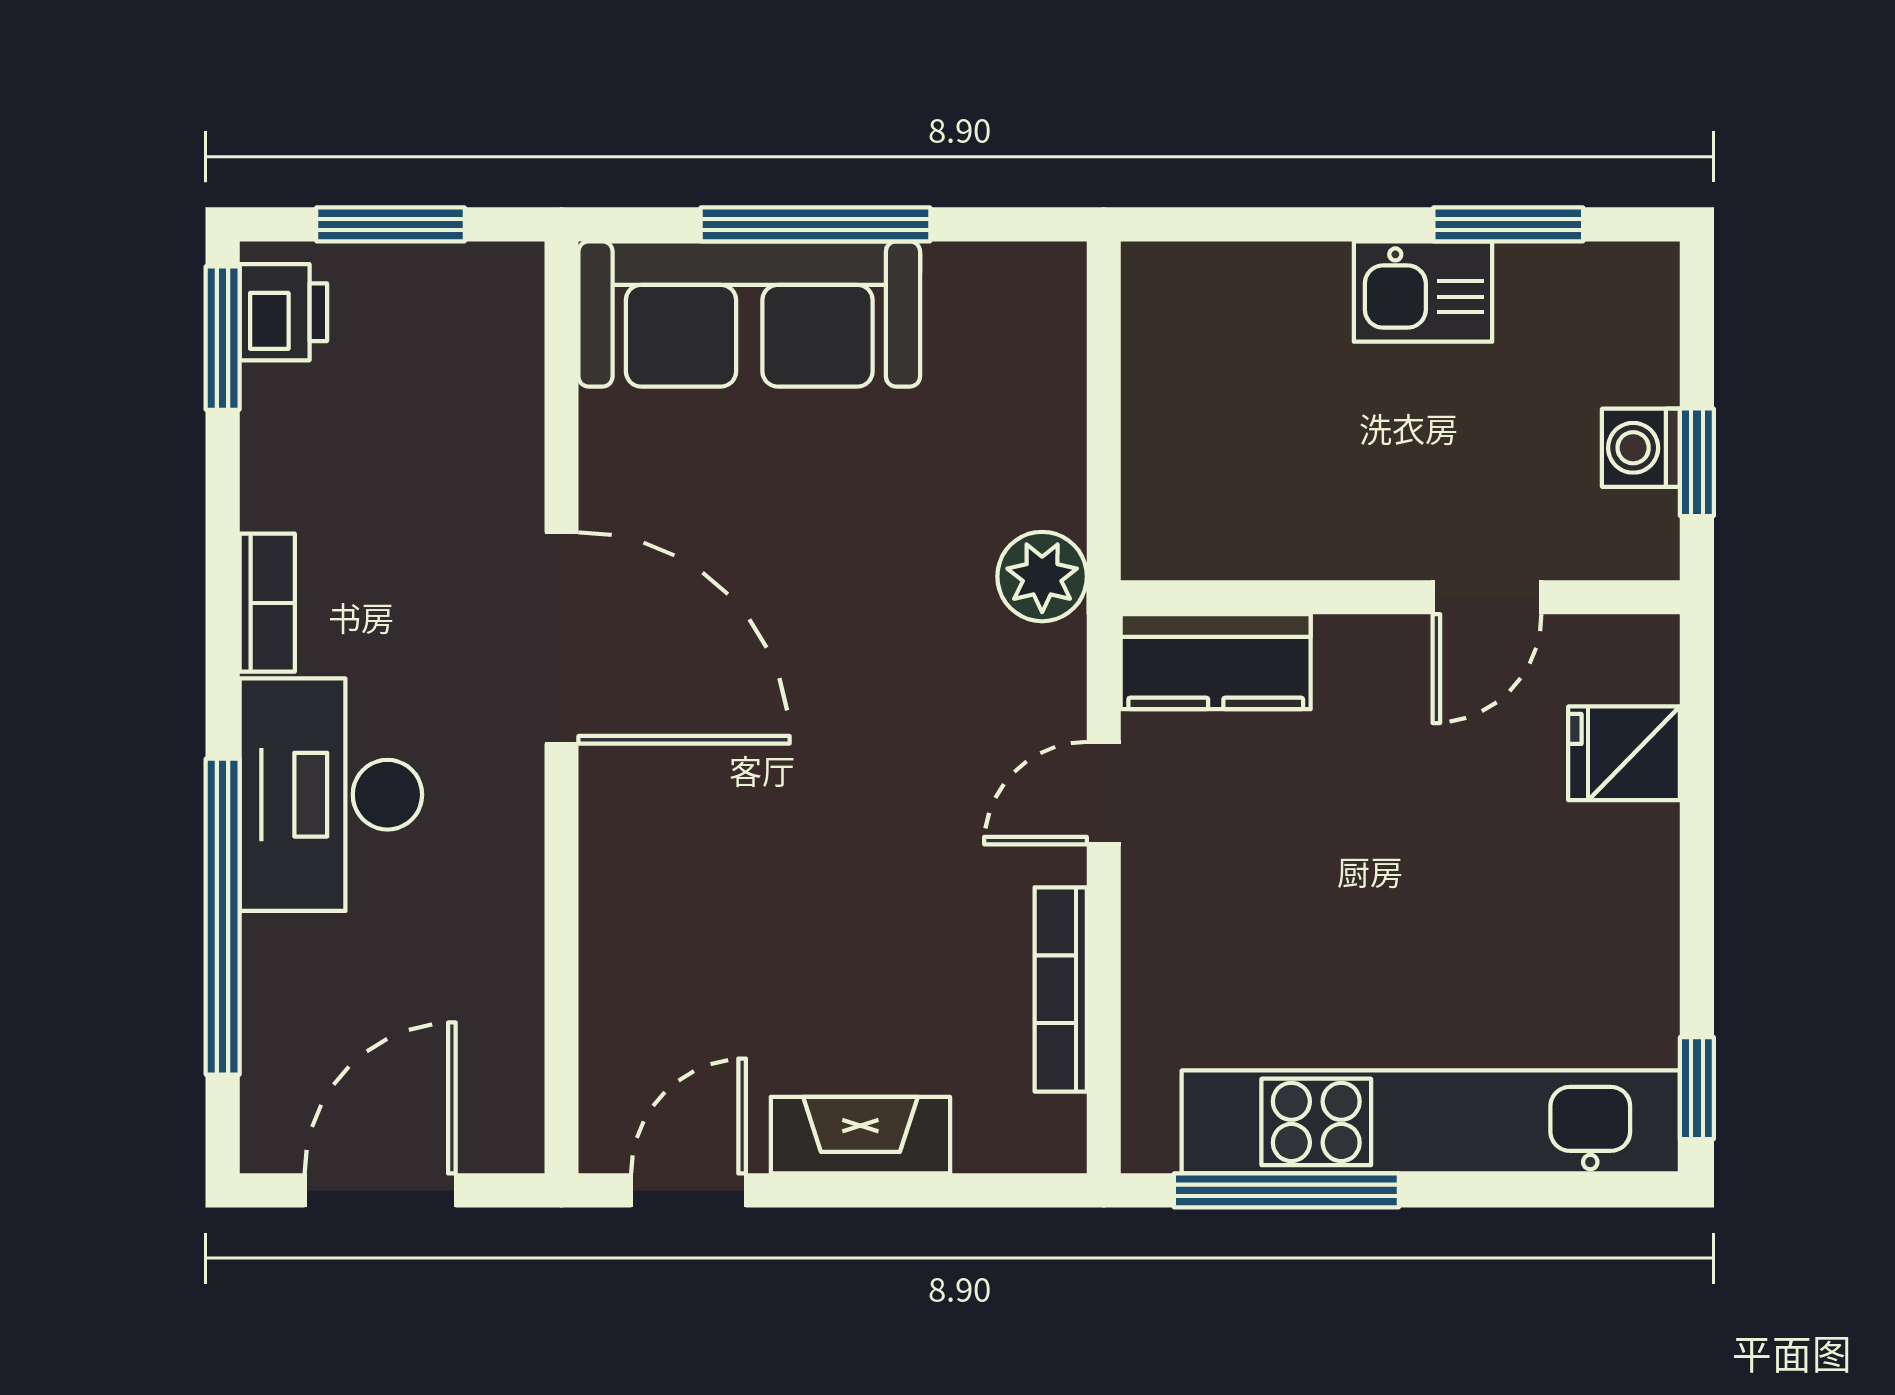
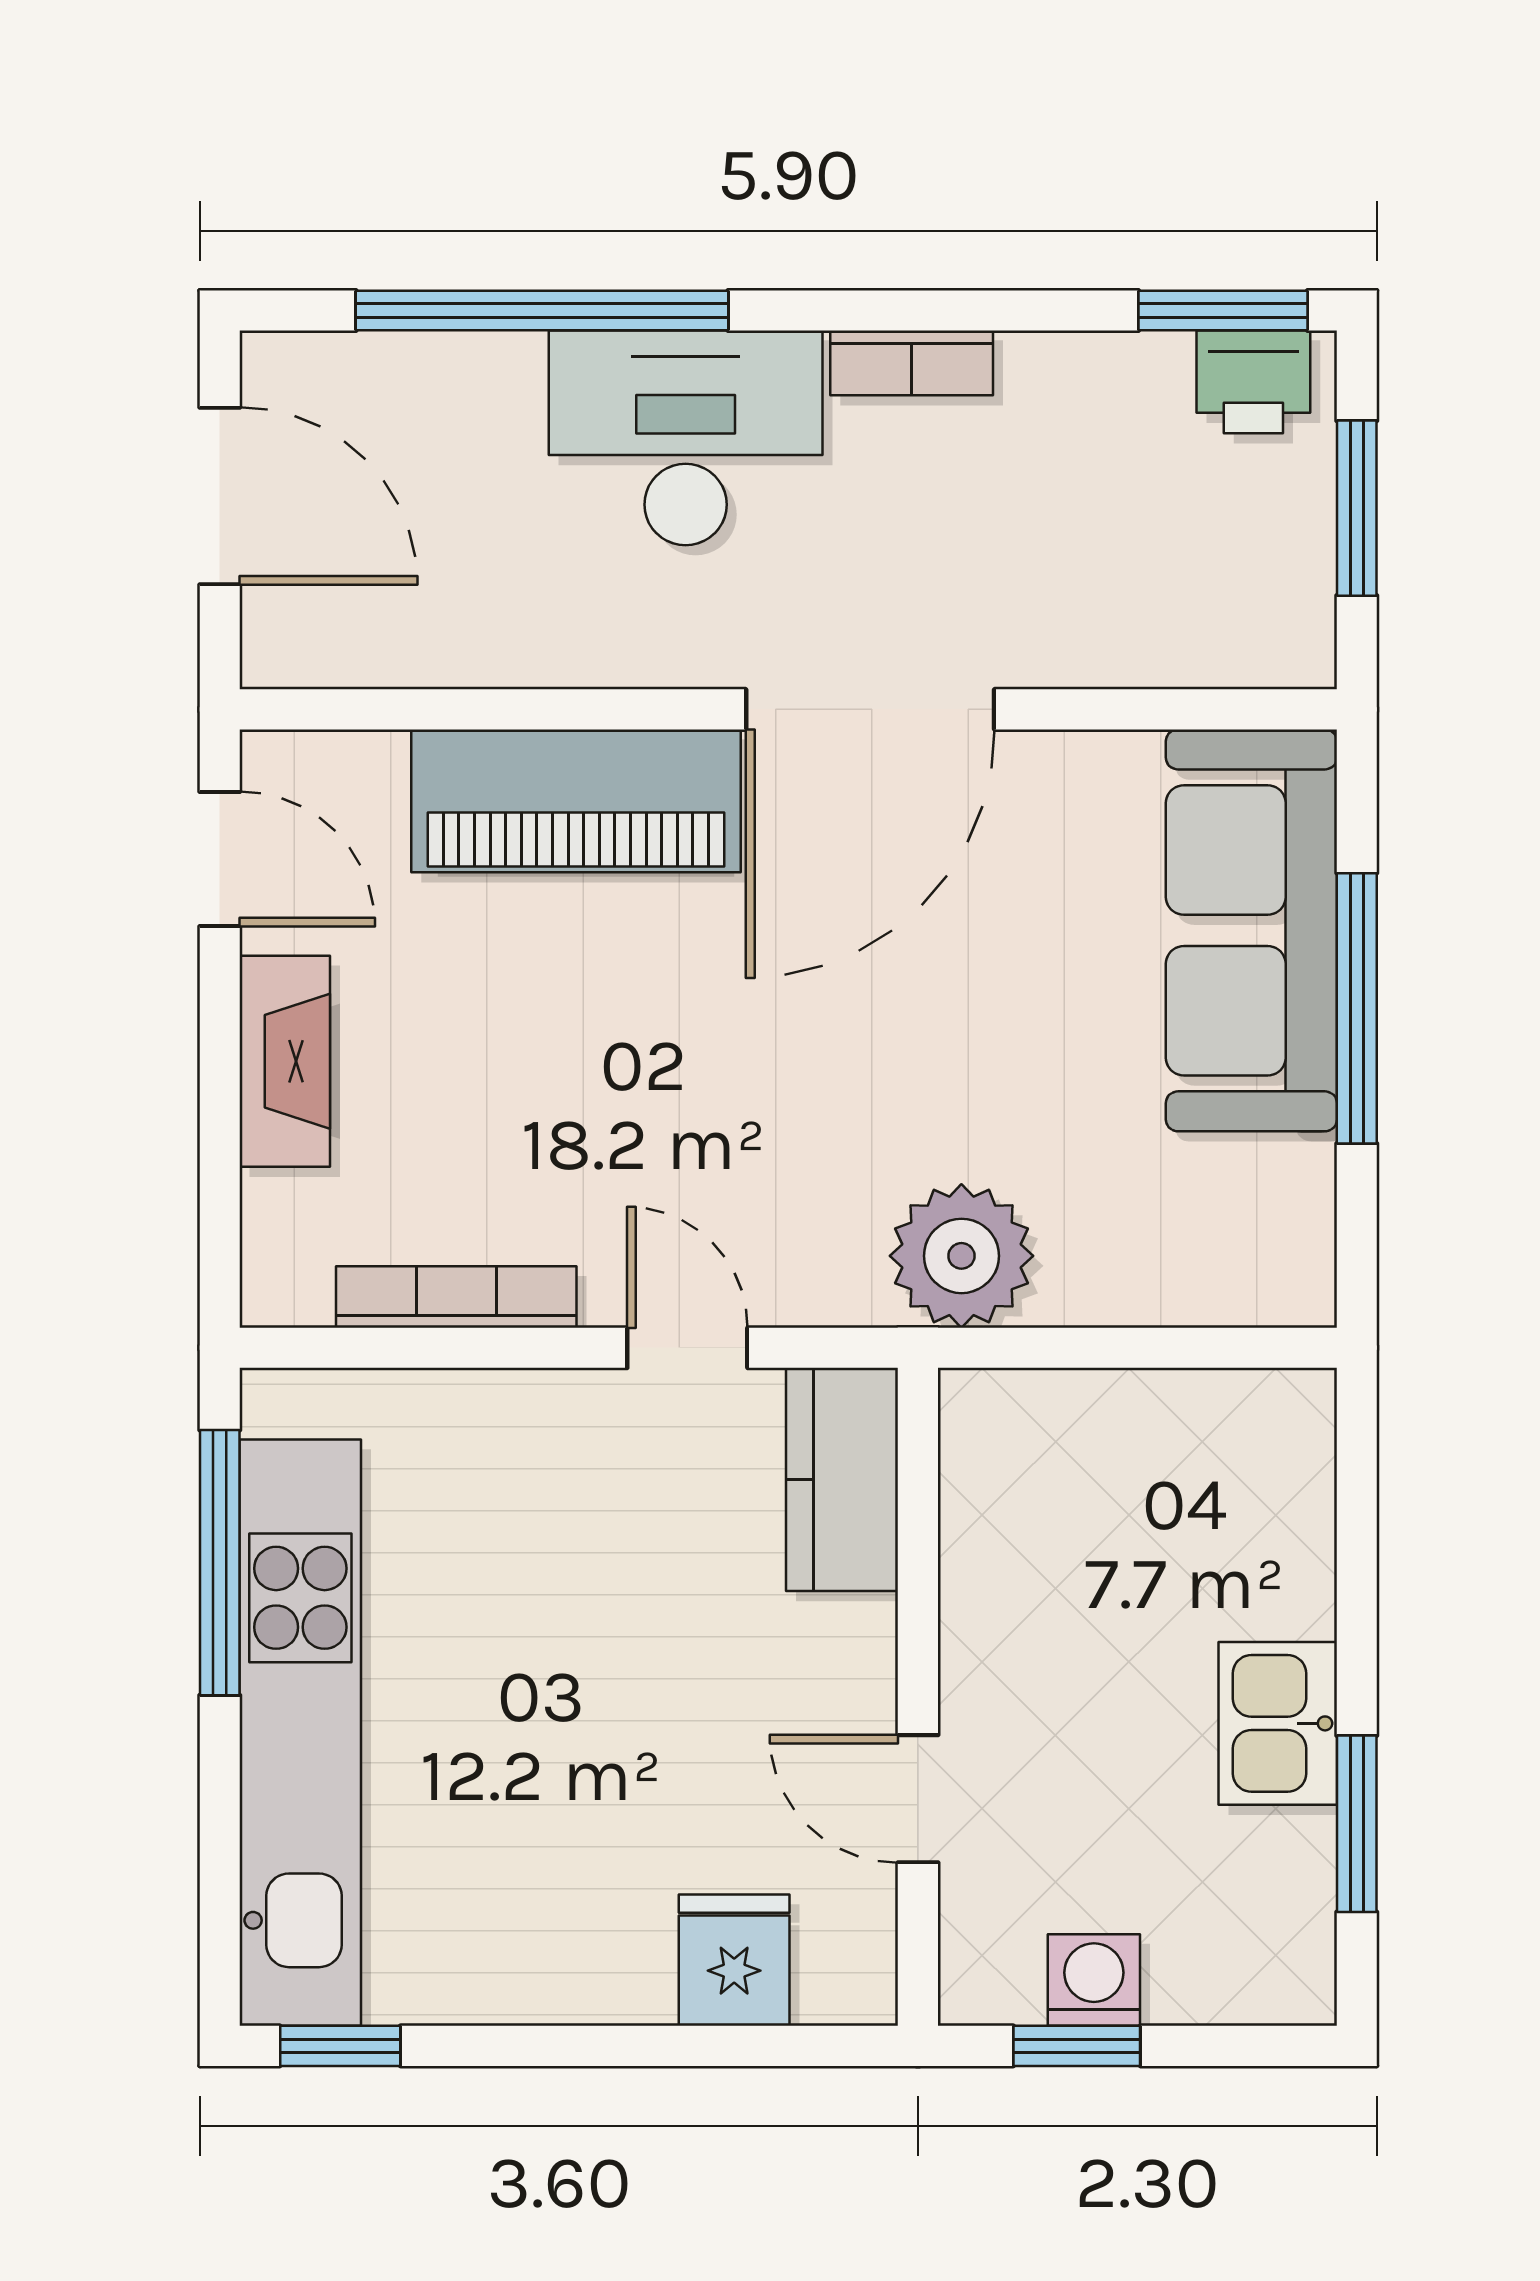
plant: (1042, 577) -> (961, 1256), width x1.36, depth x1.36
piano: (639, 888) -> (576, 801), added

